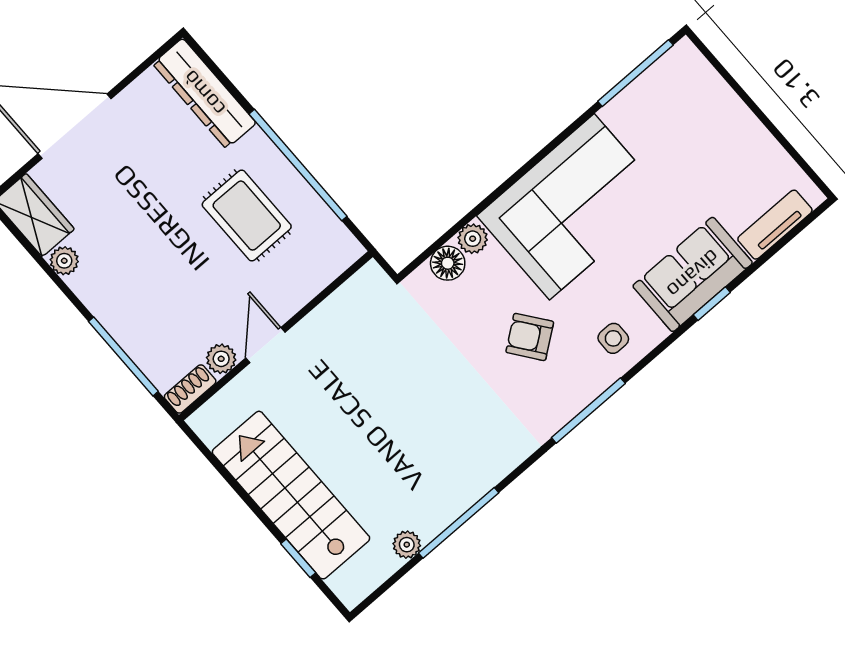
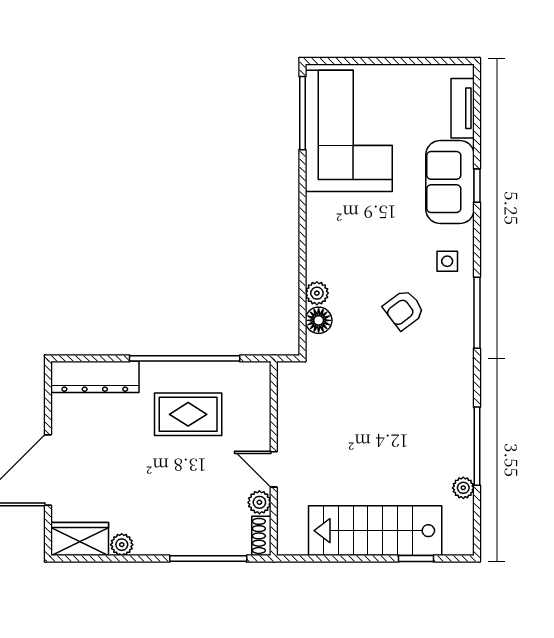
corner sofa: (572, 207) -> (349, 131), moved

